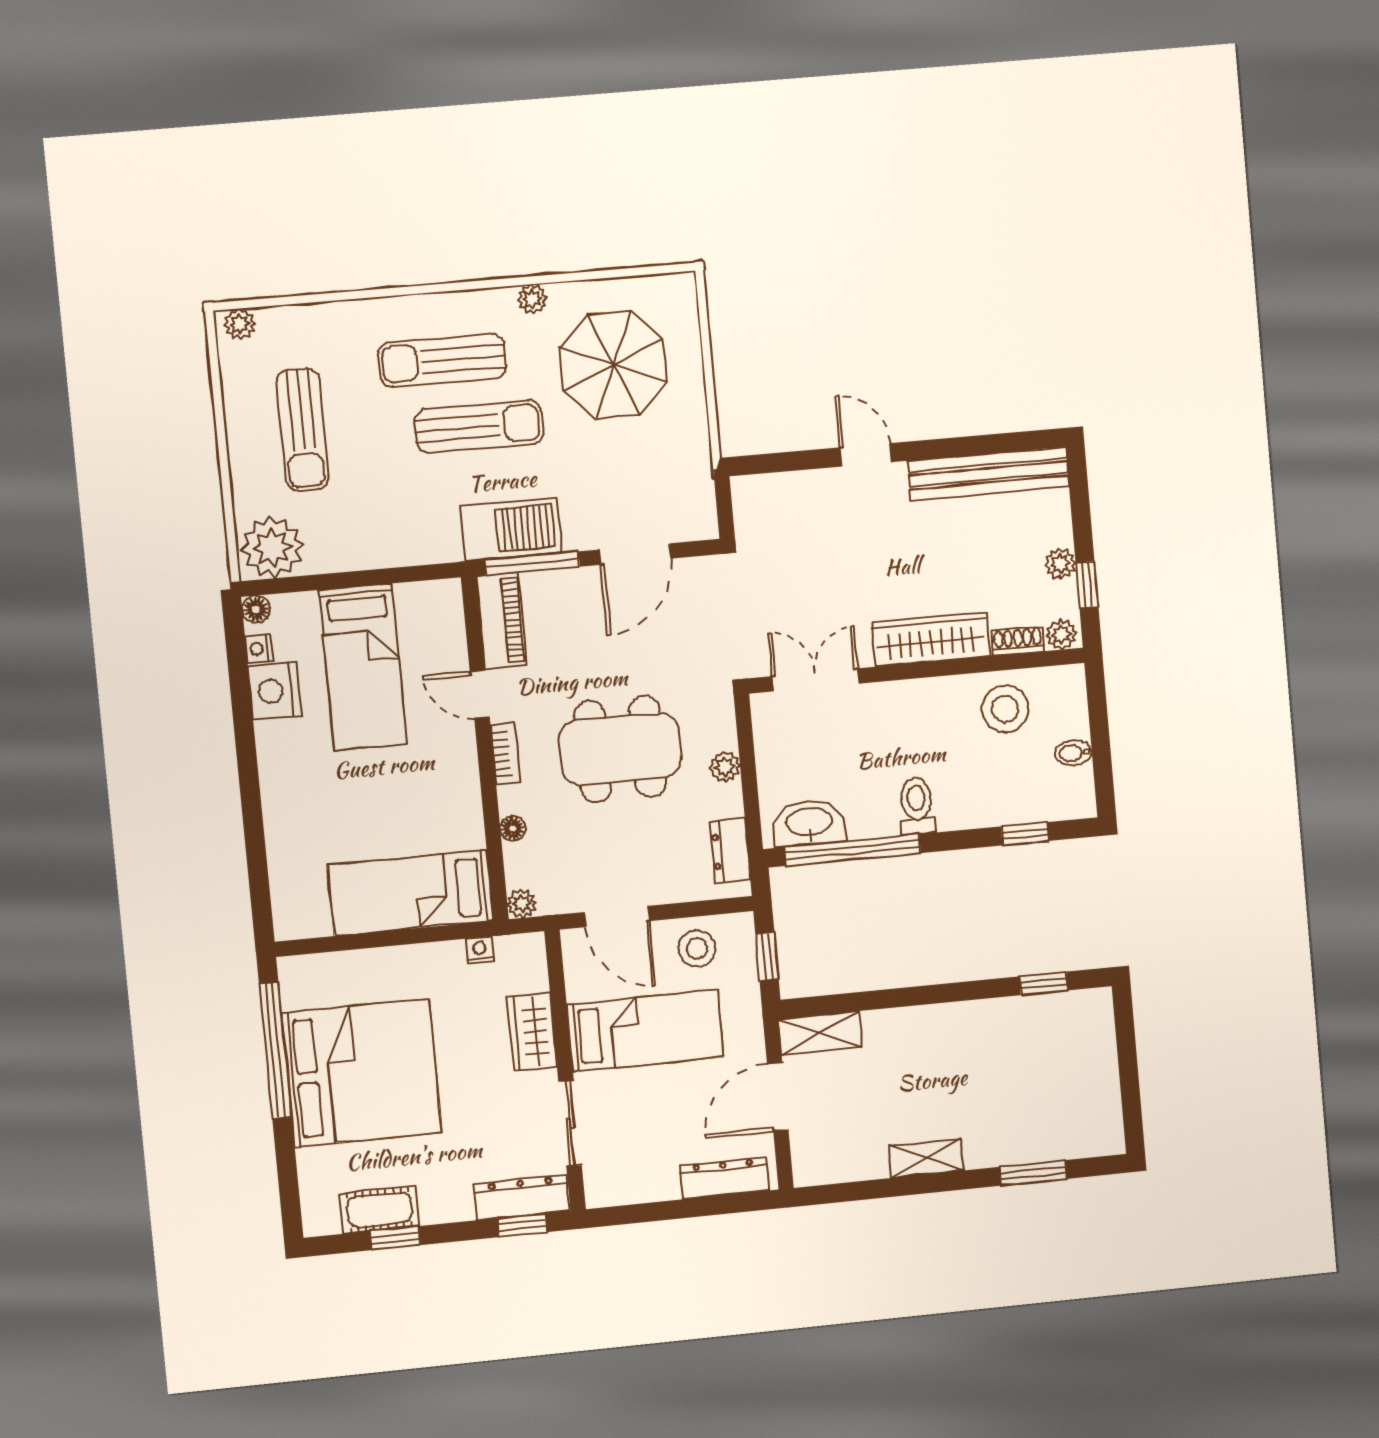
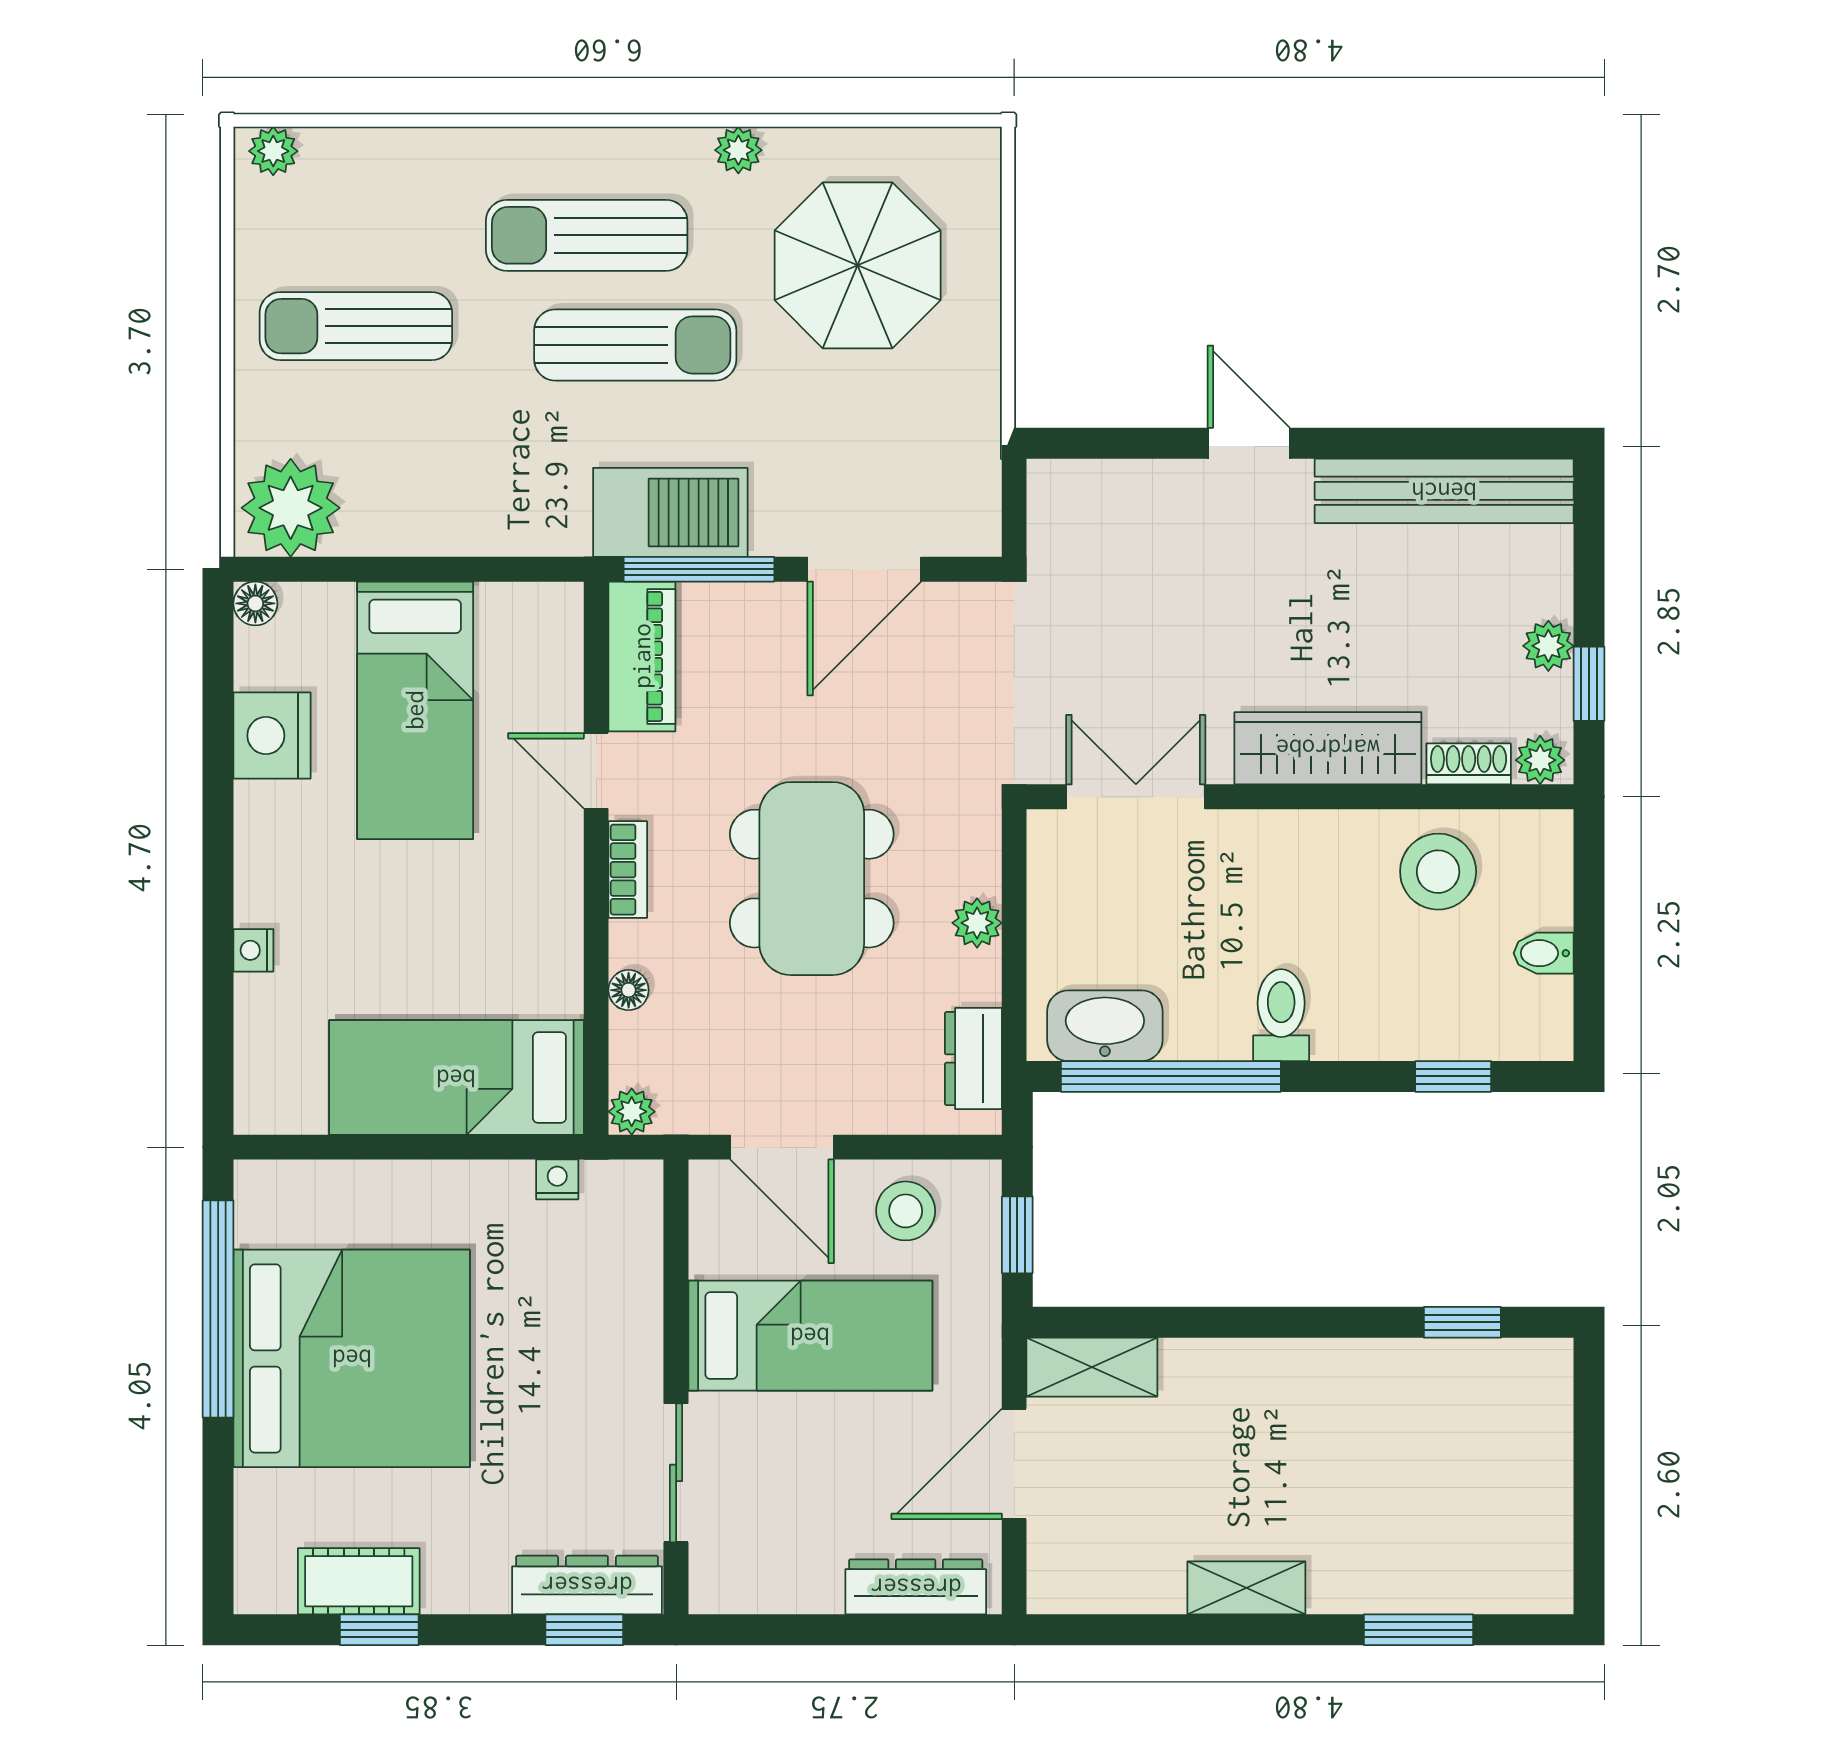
sun lounger: (303, 430) -> (356, 326), turned 90
nightstand: (259, 649) -> (253, 950), moved
dining table: (620, 749) -> (812, 879), turned 90
wardrobe: (532, 1032) -> (629, 1319), removed

